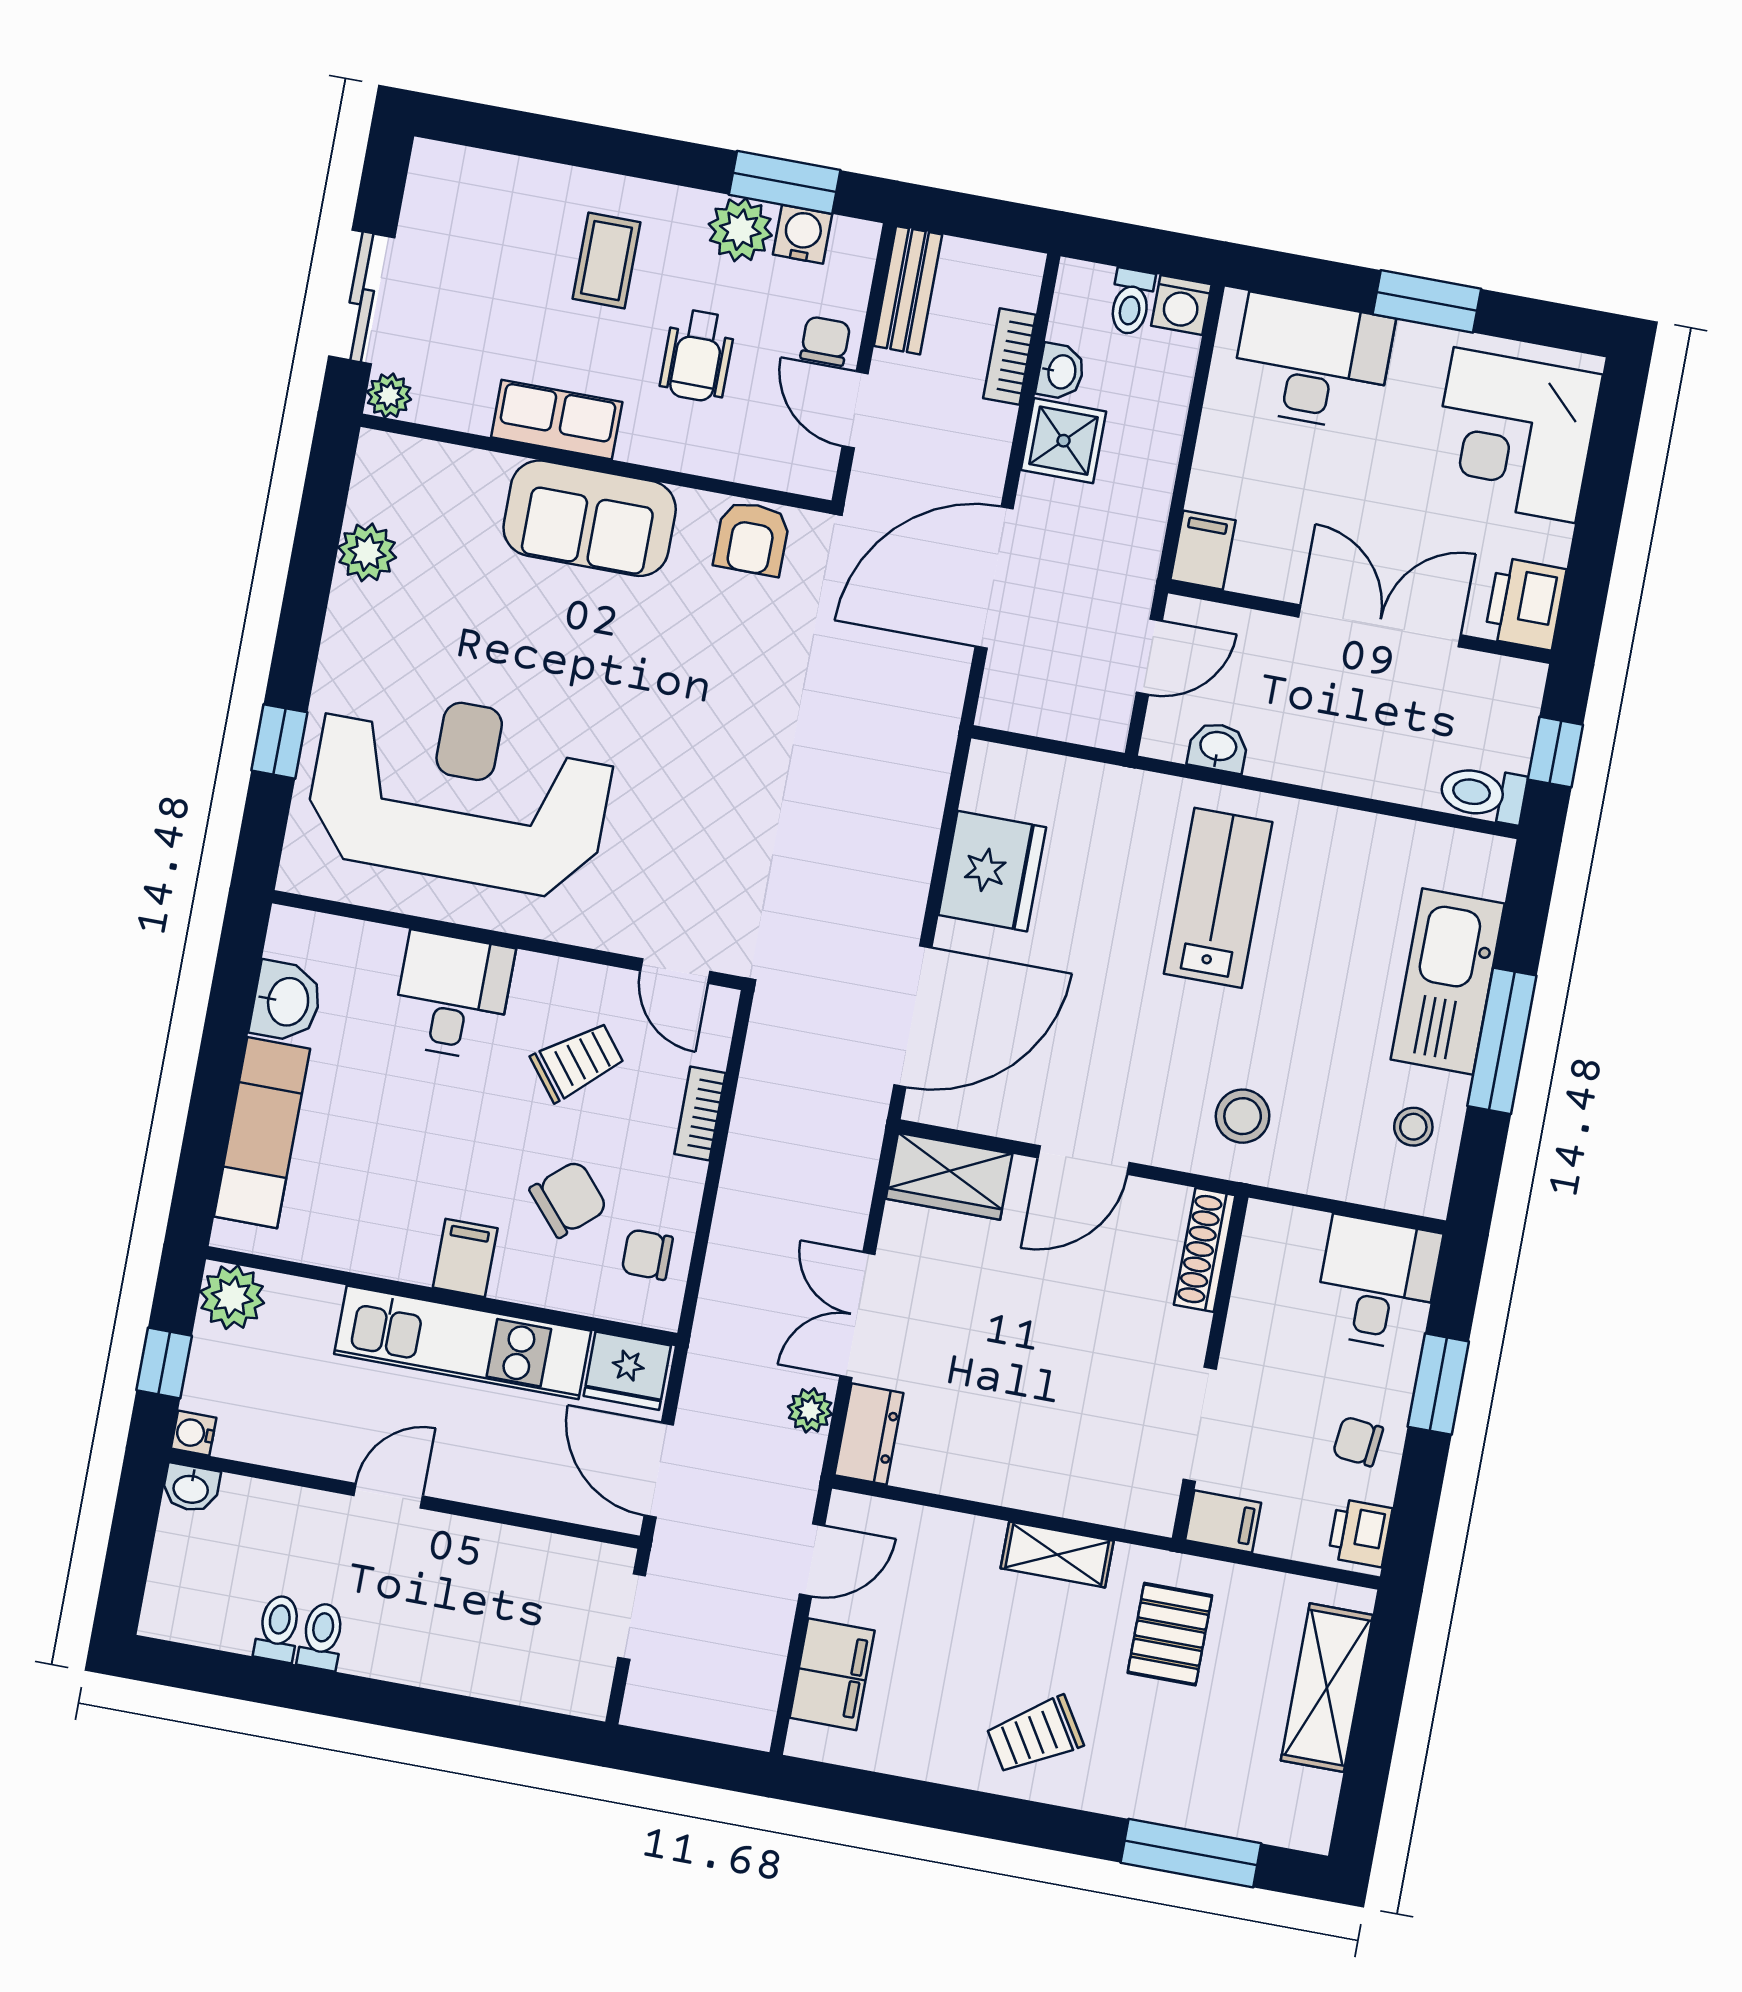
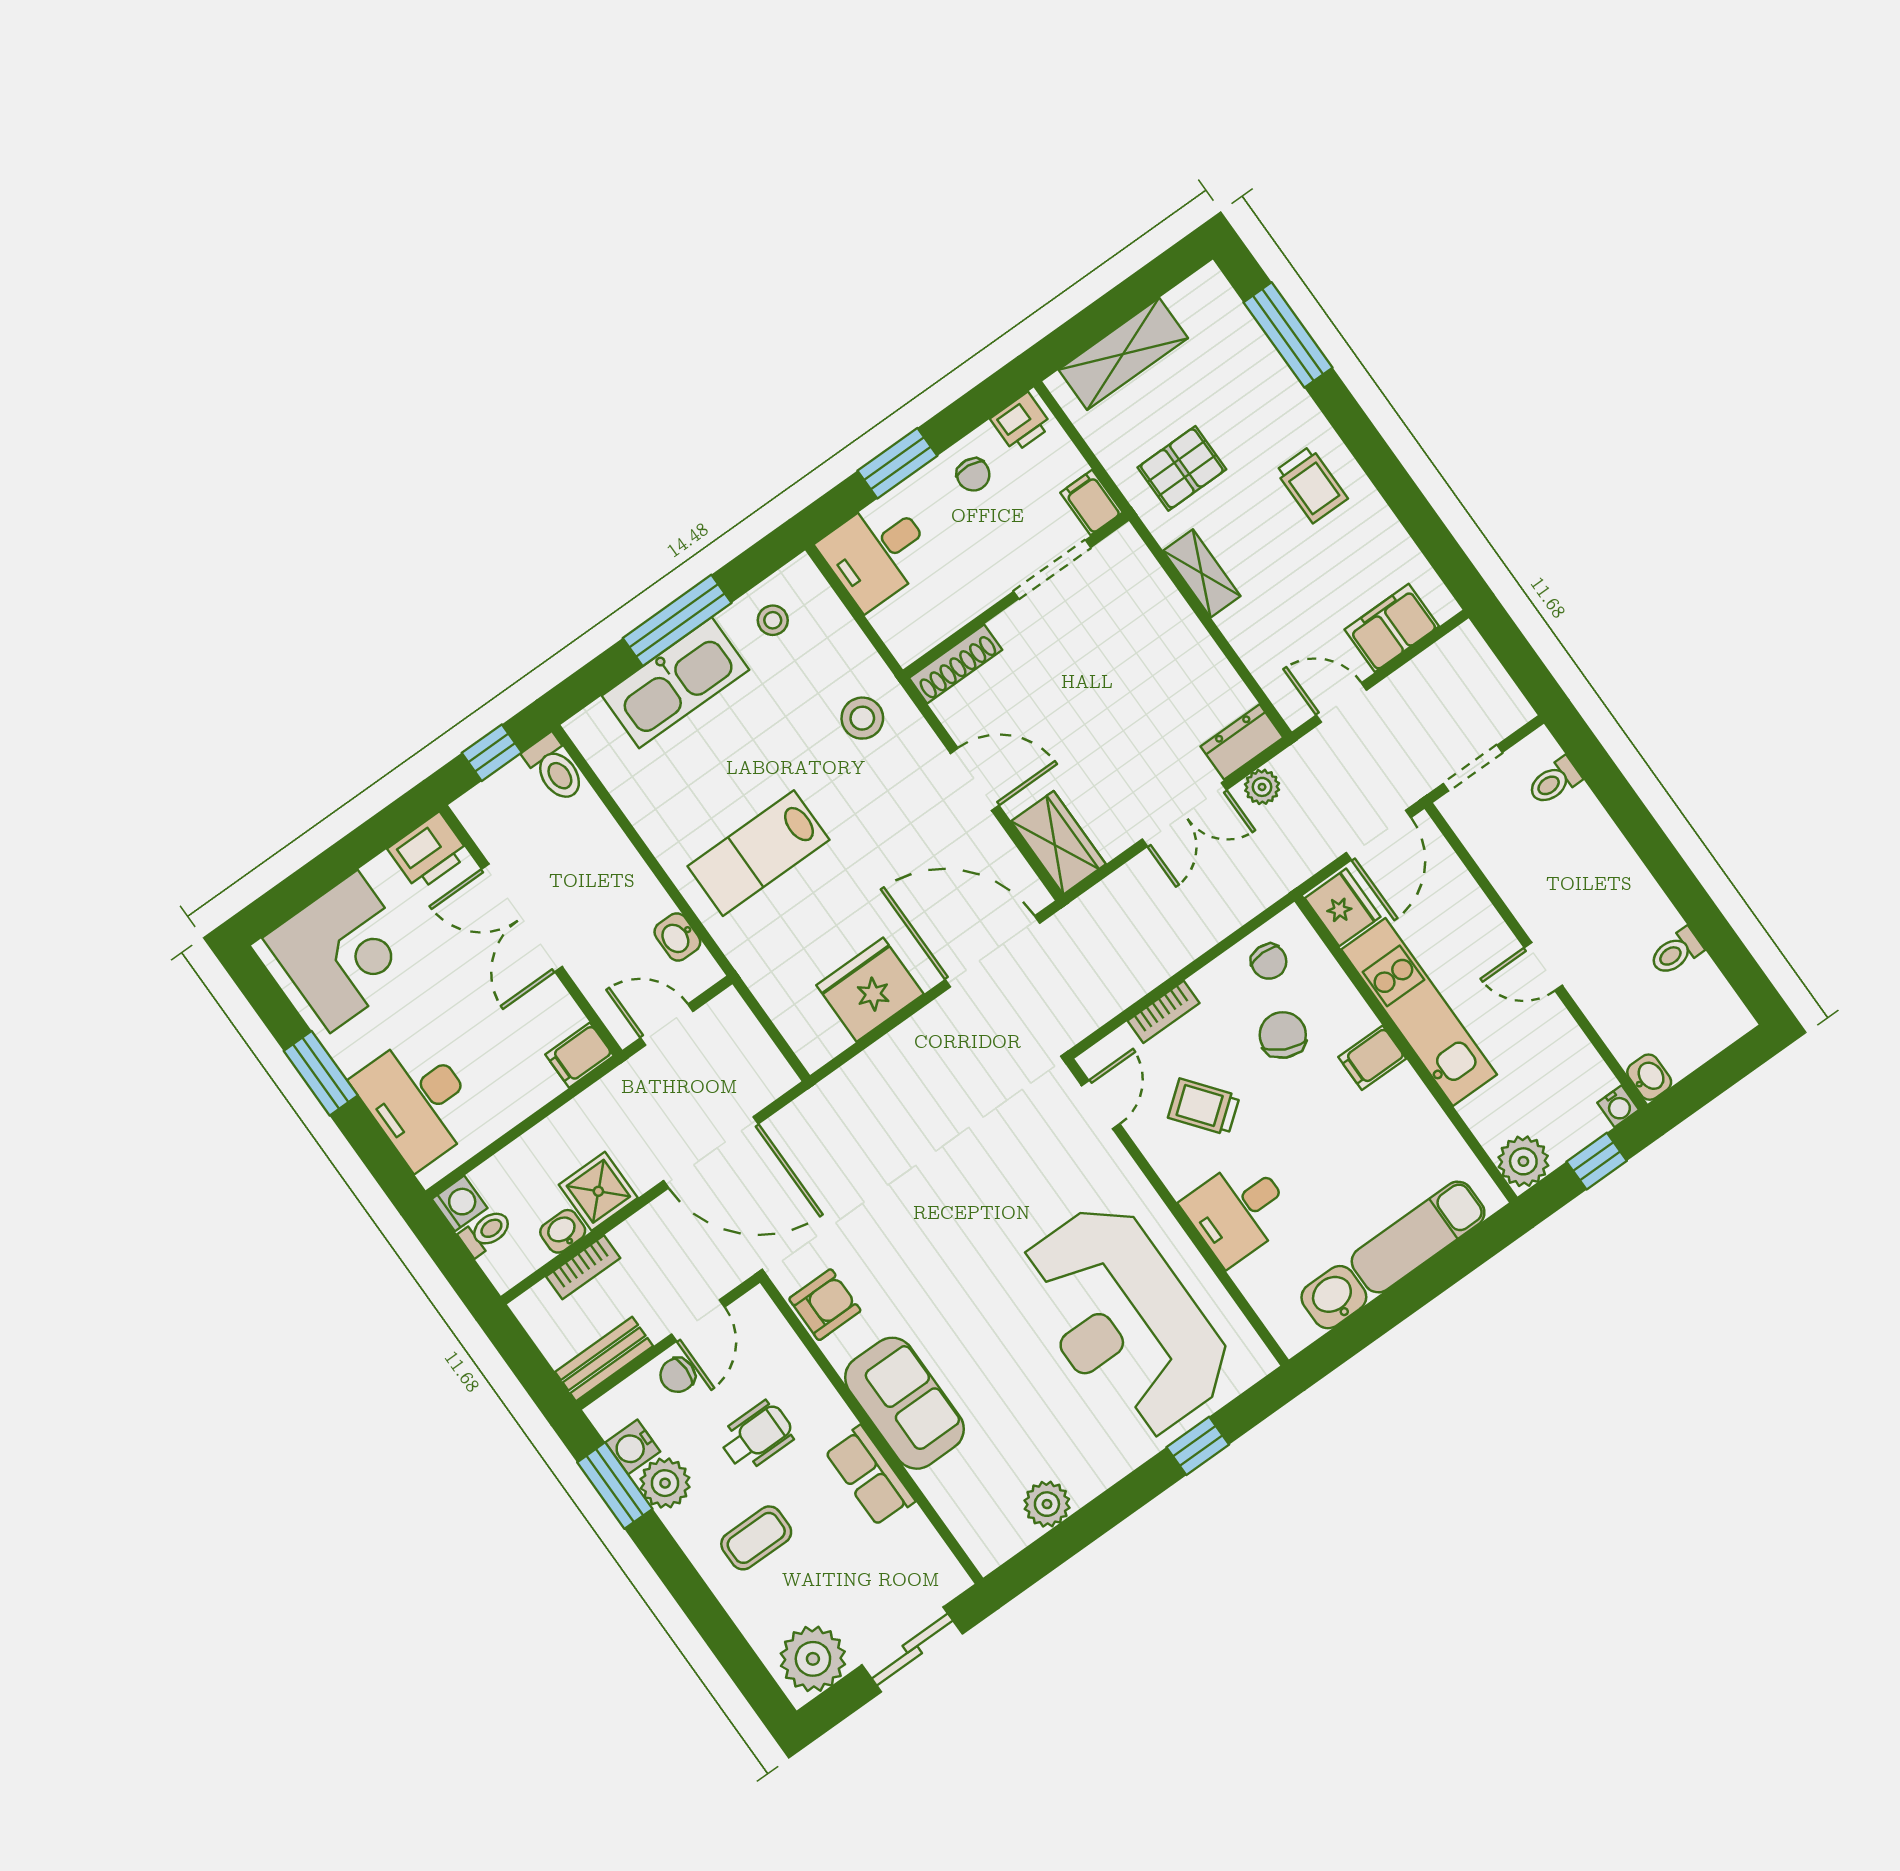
plant: (389, 396) -> (813, 1659), moved, width x1.88, depth x1.88
chair: (569, 1199) -> (1283, 1035), turned 67
toilet: (322, 1636) -> (1554, 781), moved
trolley: (1035, 1735) -> (1312, 485), turned 32

